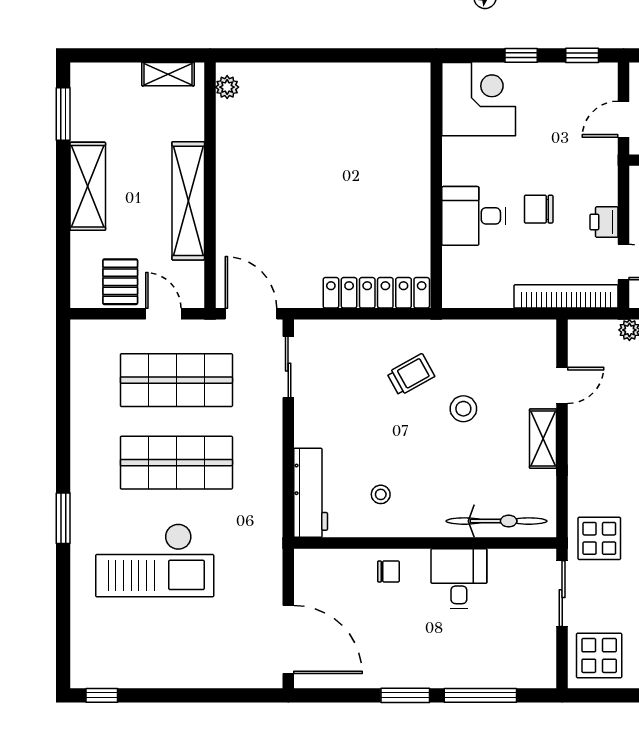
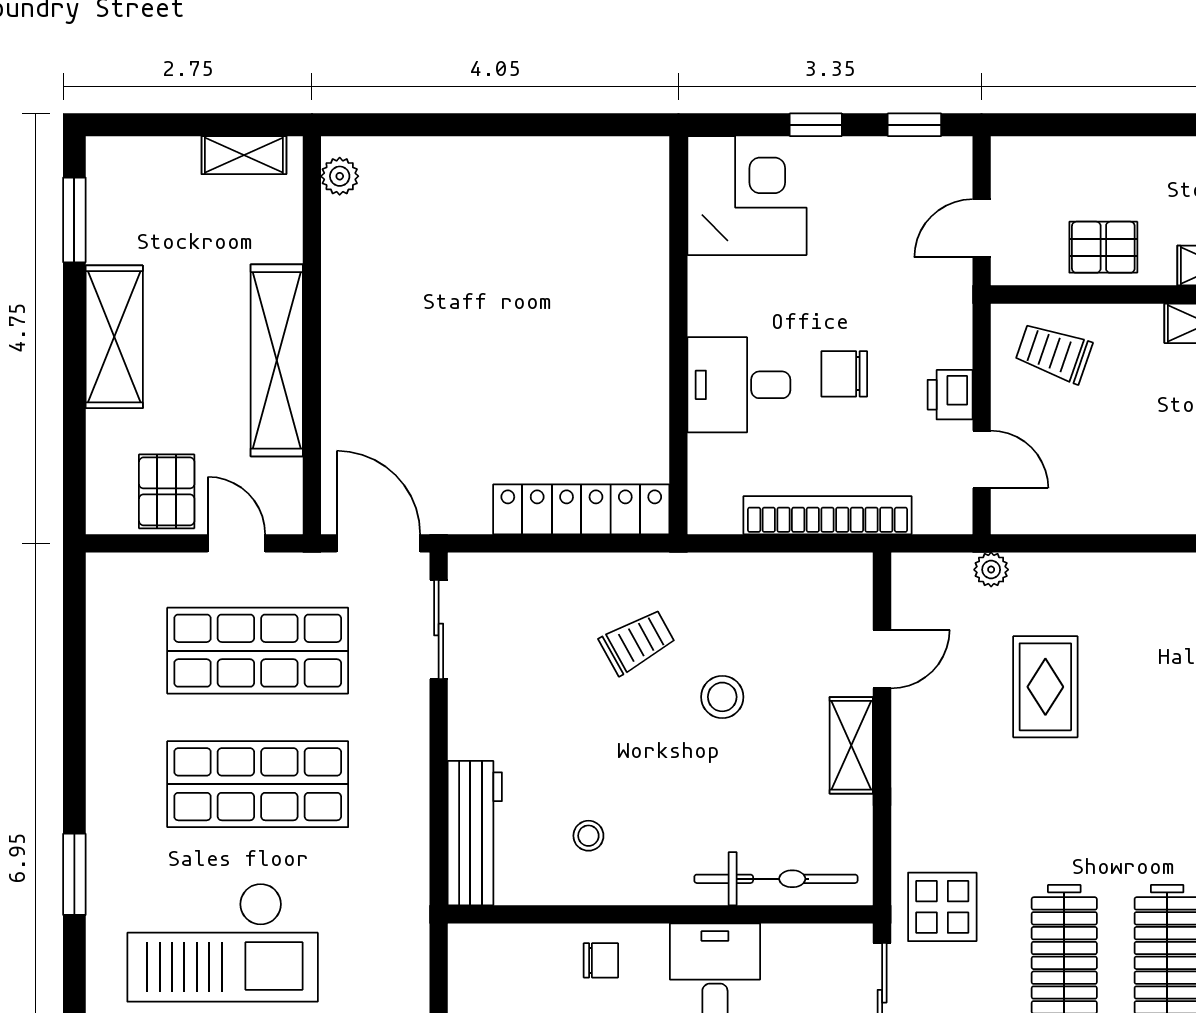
bookcase: (566, 296) -> (828, 515), moved

